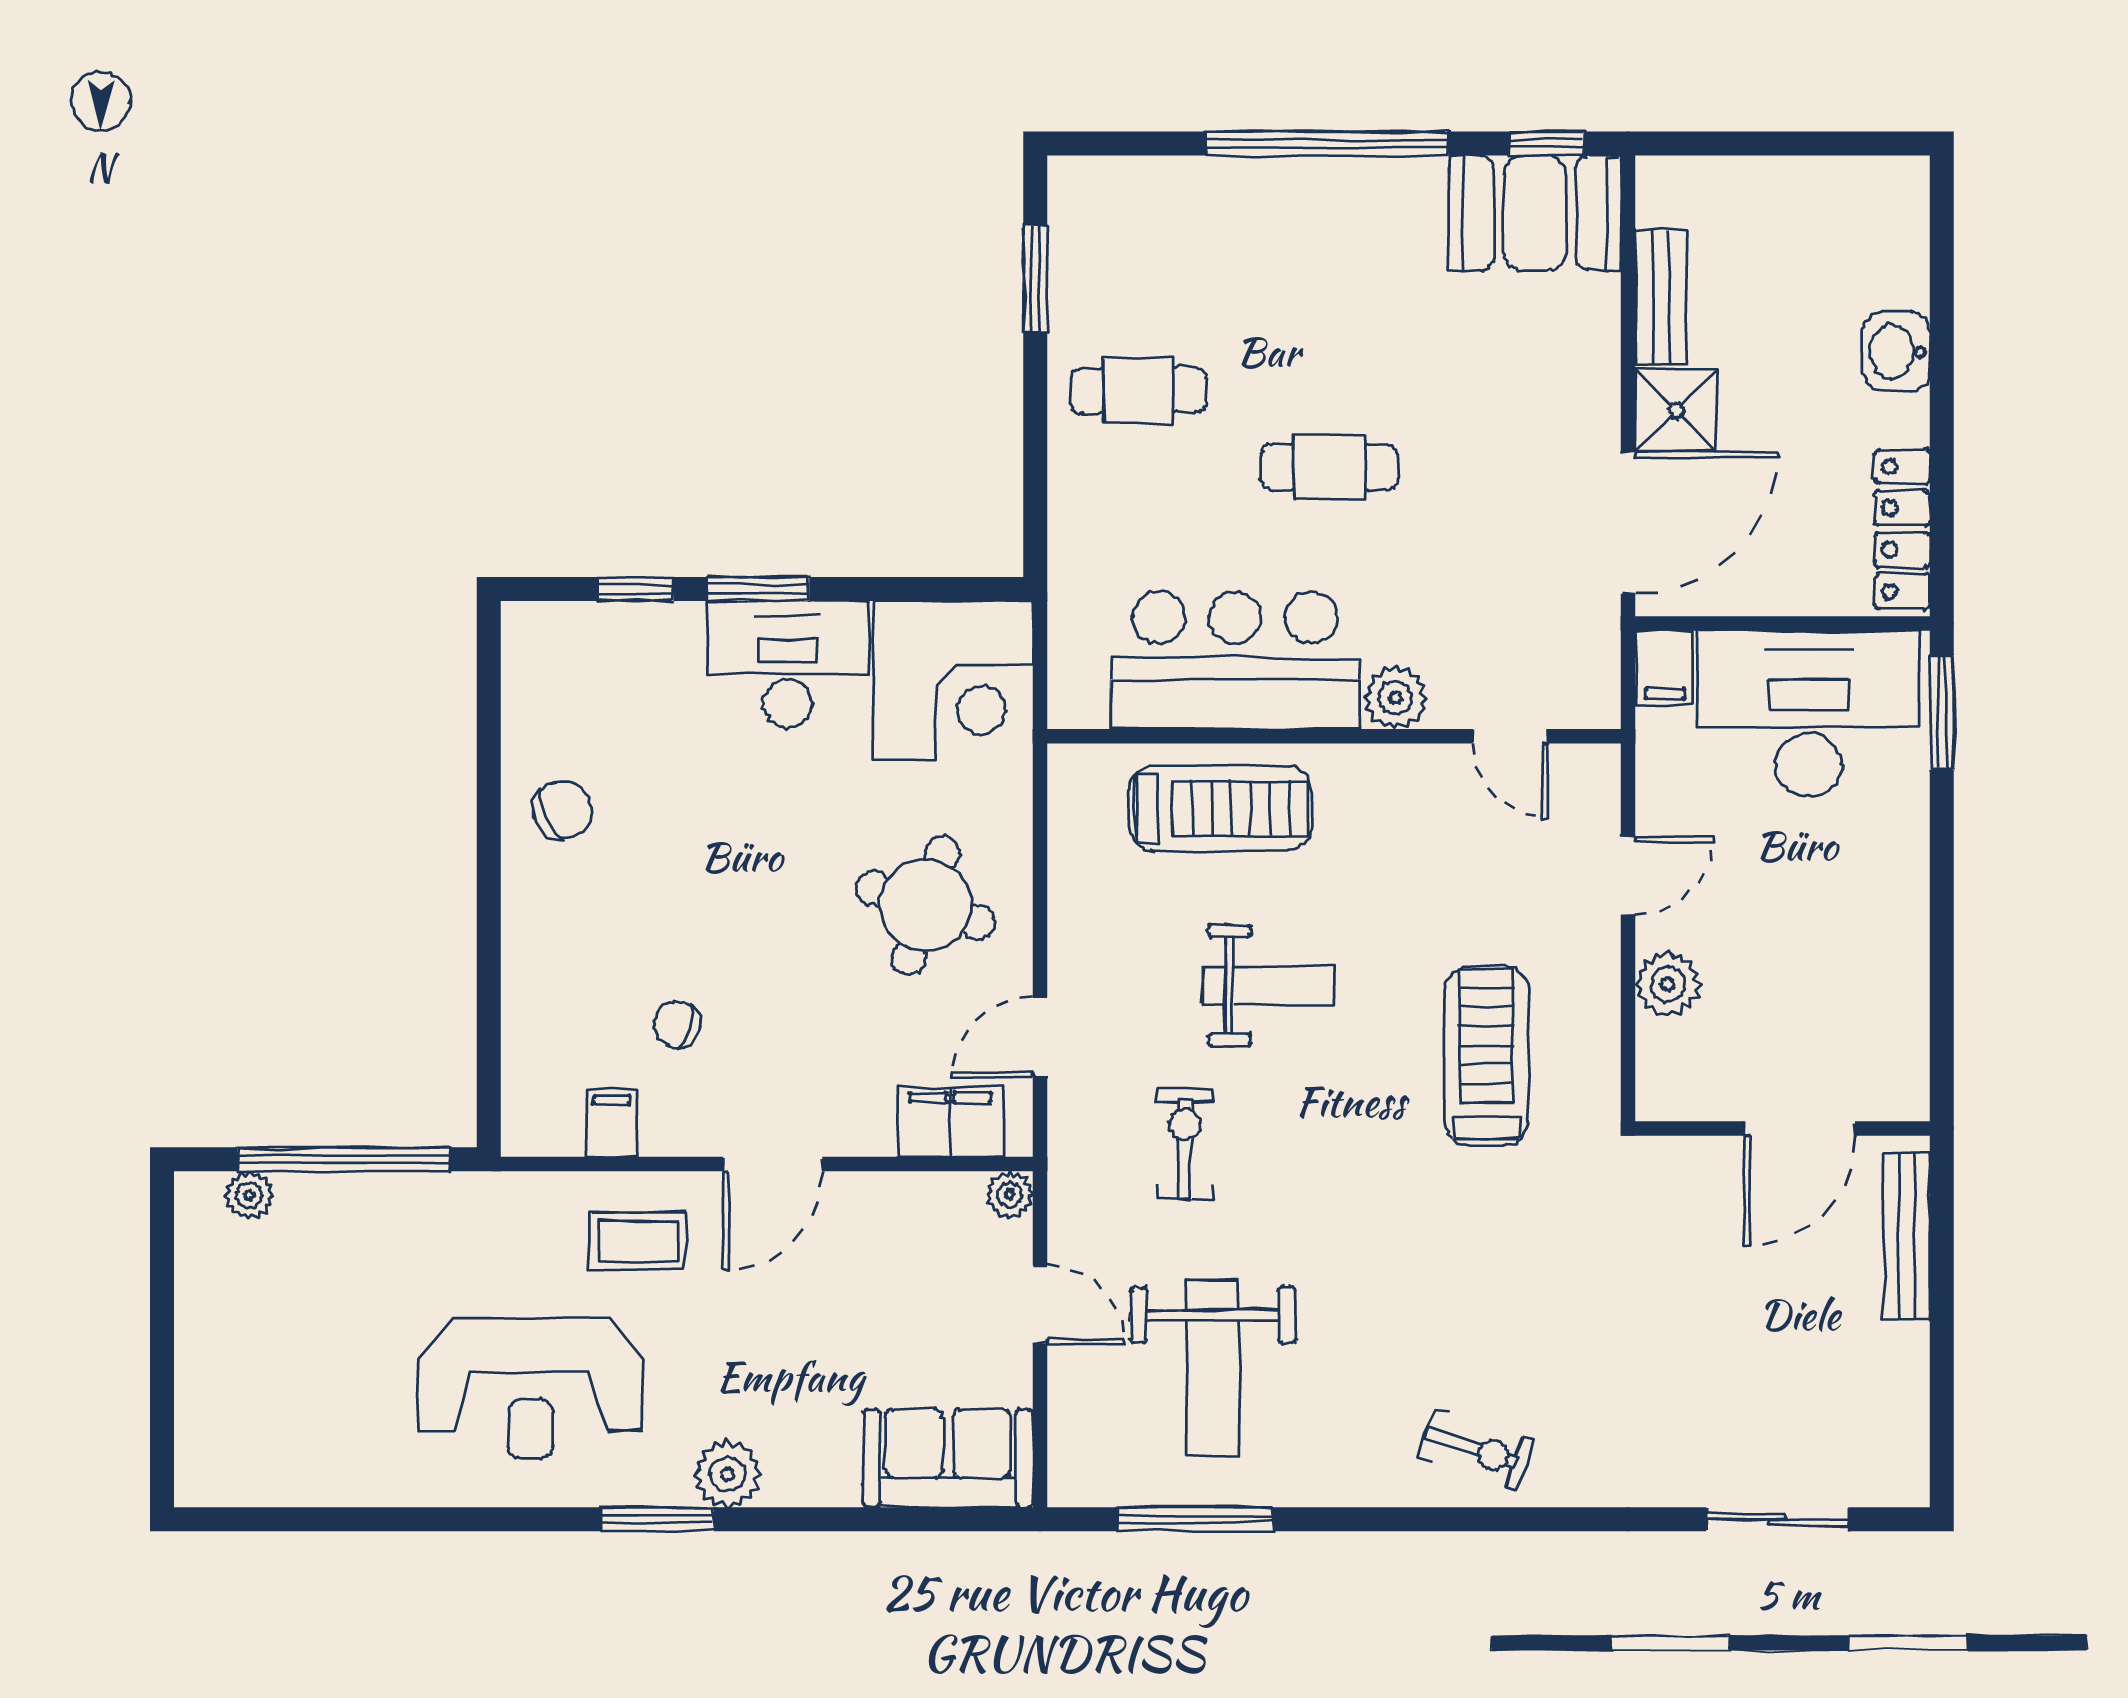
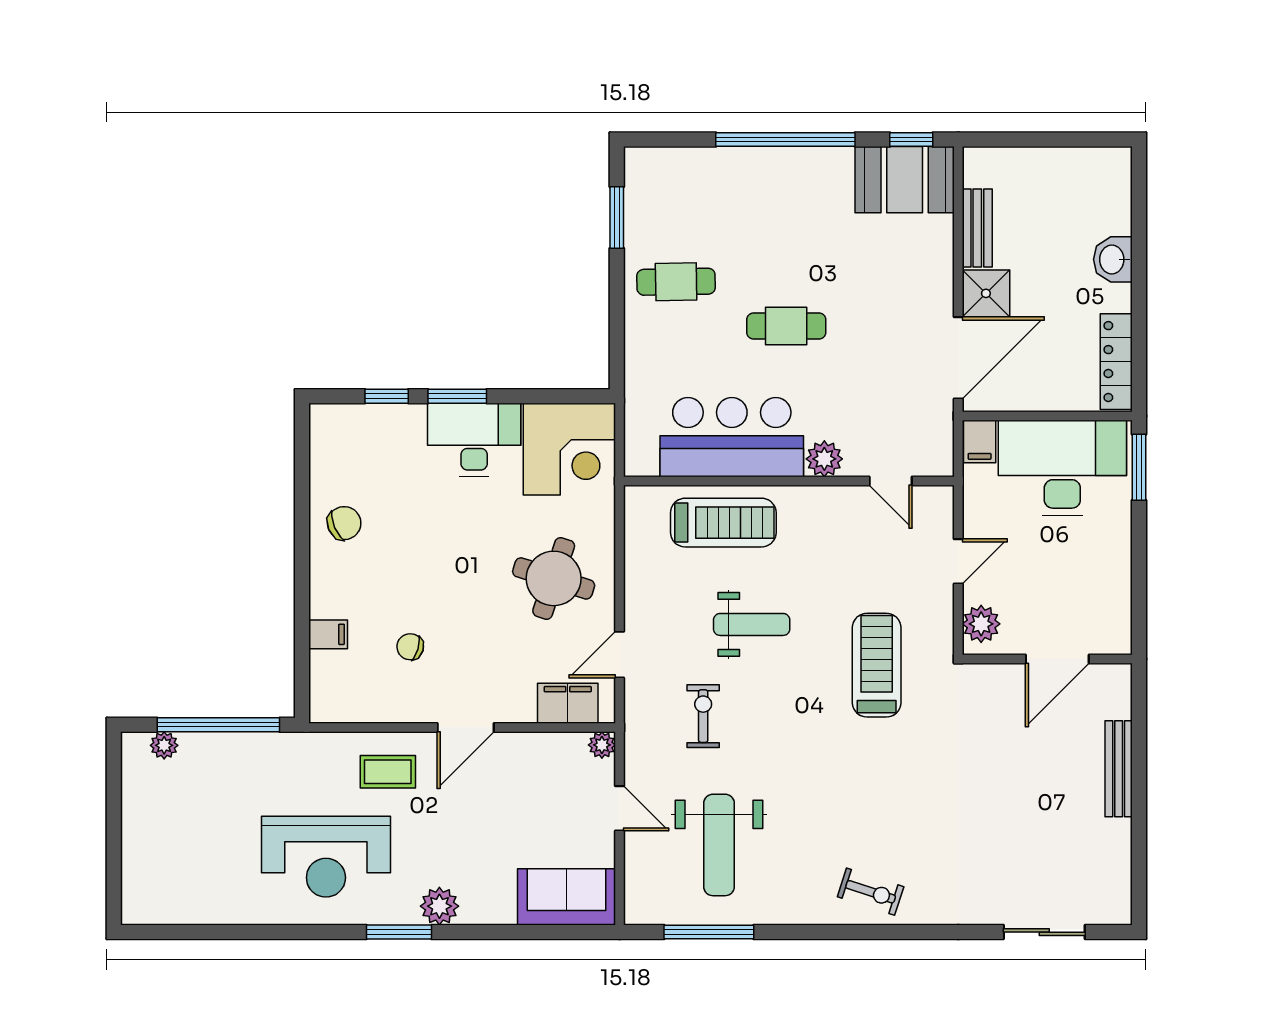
filing cabinet: (612, 1123) -> (328, 634), moved, turned 90
wall: (1782, 1128) -> (1047, 659), moved
door: (1800, 1128) -> (1057, 659), moved

